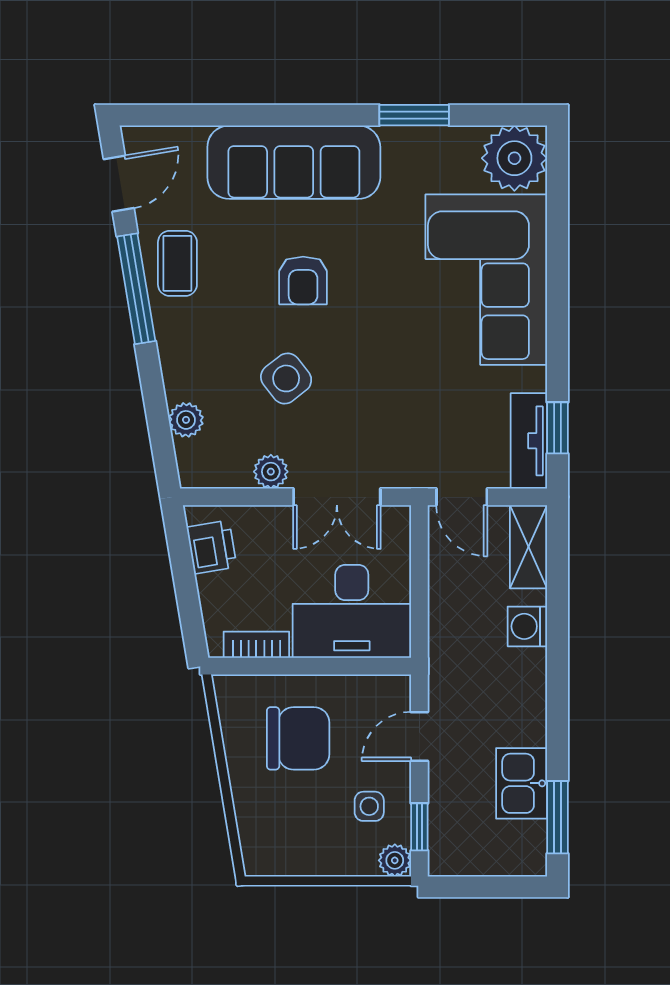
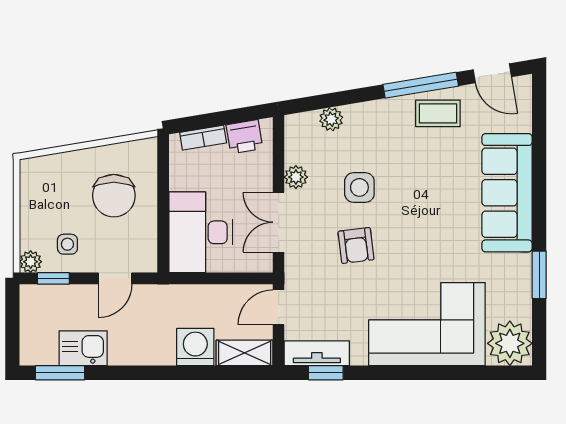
armchair: (303, 280) -> (356, 246), moved, turned -97
side table: (286, 378) -> (359, 187), turned 38
washing machine: (527, 626) -> (195, 347), width x1.38, depth x1.38
bookcase: (256, 645) -> (203, 138), moved, turned 81
door: (419, 736) -> (115, 278), swing flipped

